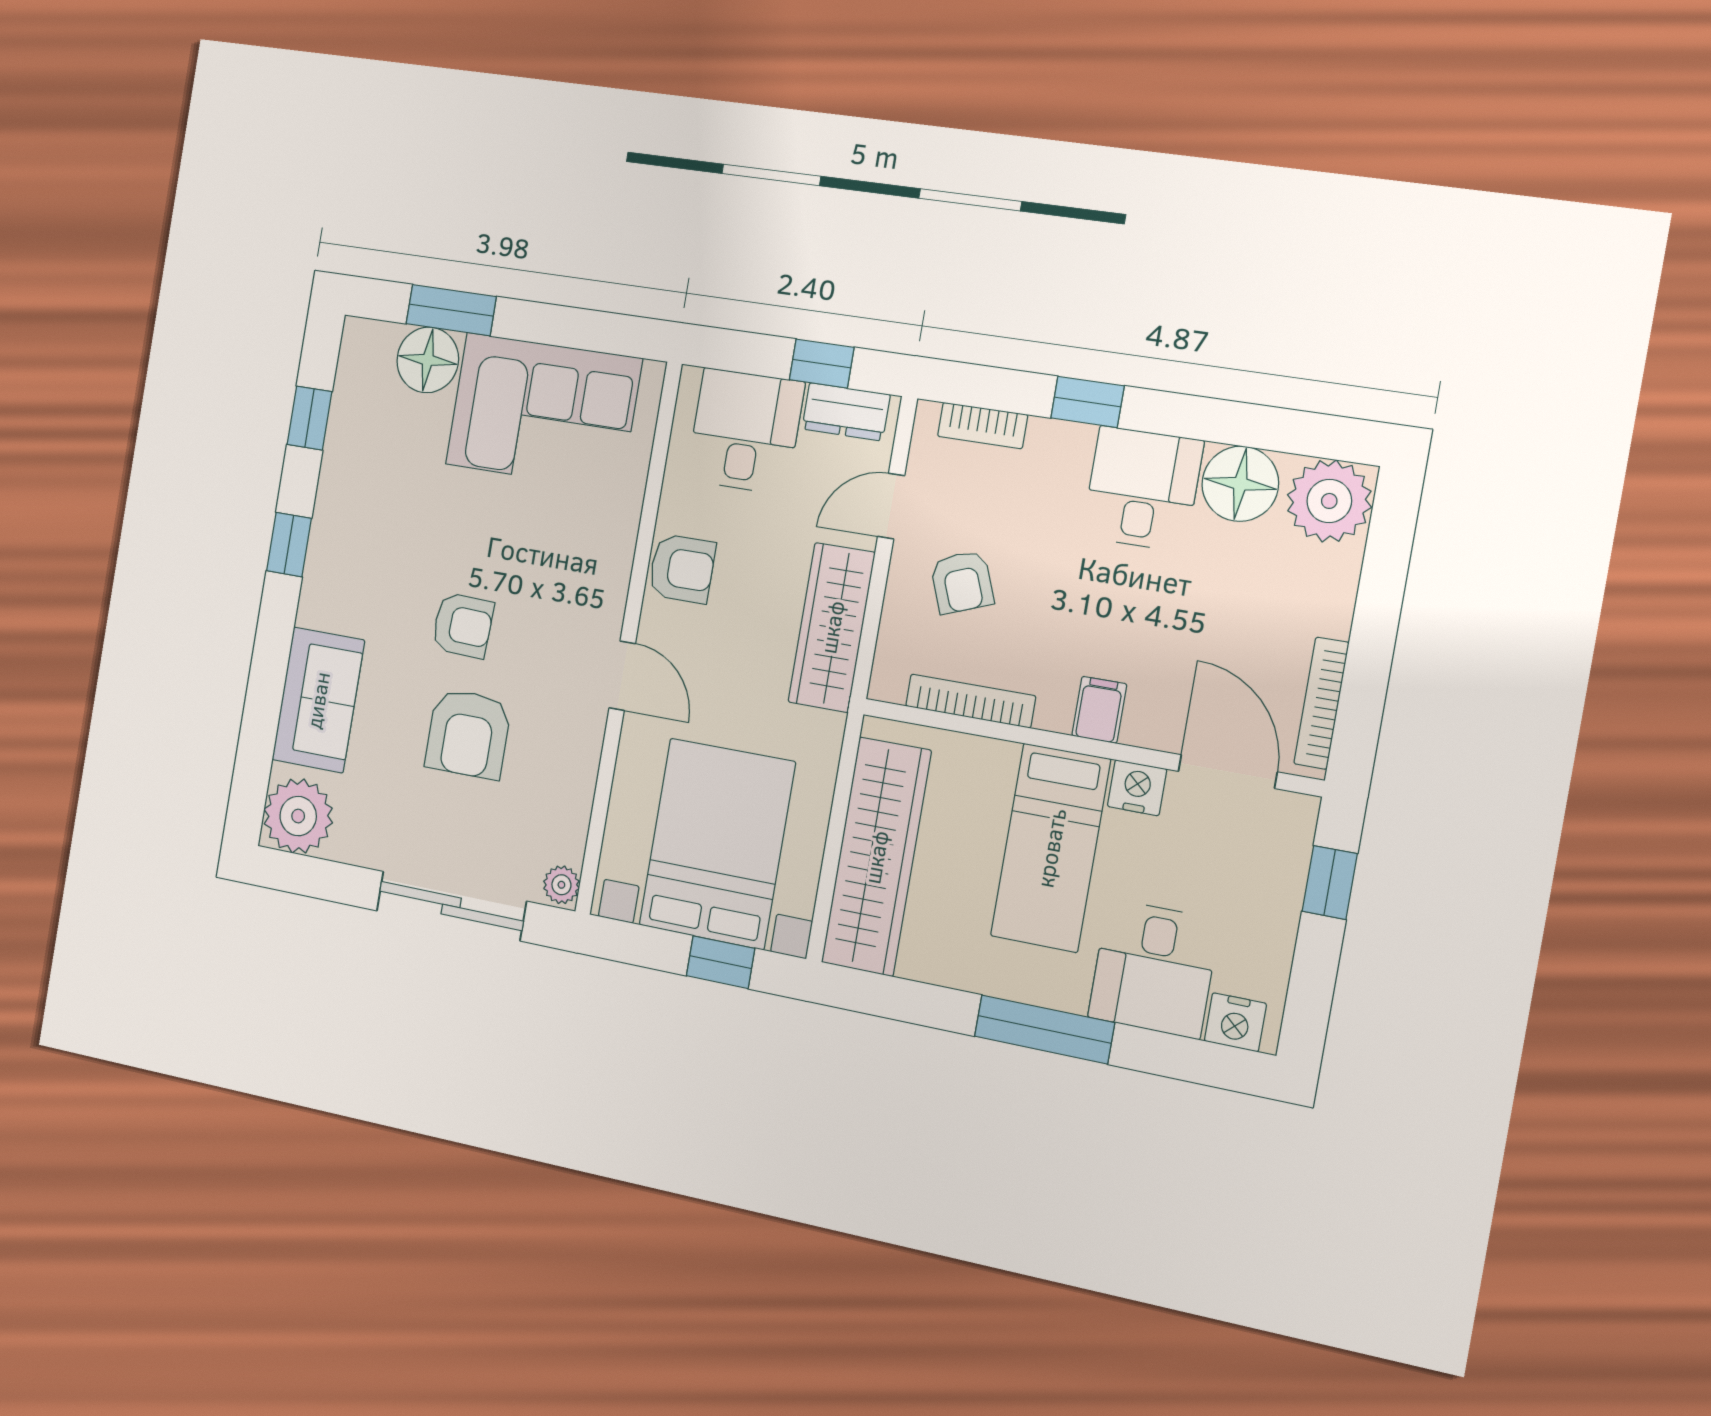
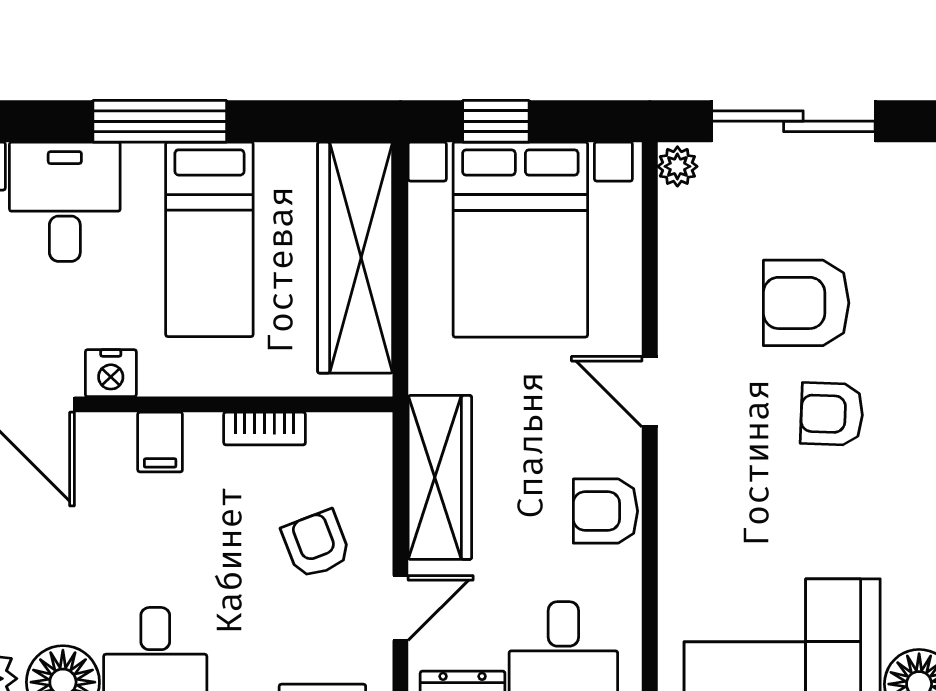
bookcase: (970, 701) -> (265, 429), width x0.64
armchair: (468, 734) -> (806, 303), turned -90
bed: (1051, 848) -> (209, 239), moved, turned 180

